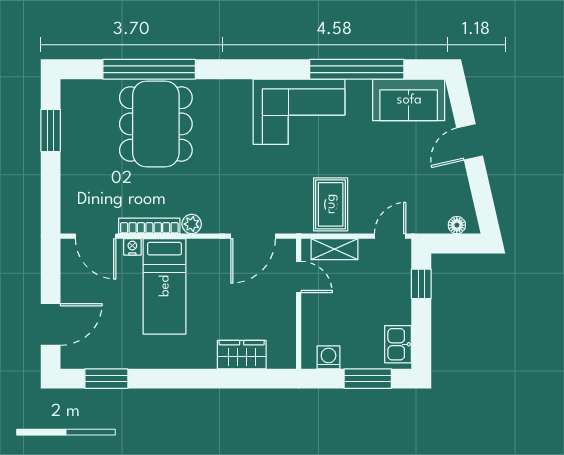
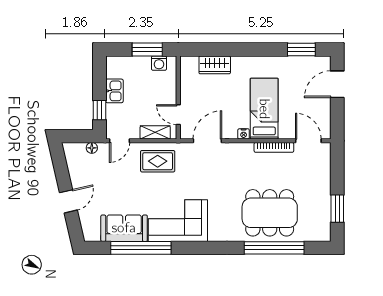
sofa: (409, 100) -> (124, 228), moved
dining table: (156, 124) -> (270, 213), turned 90
rug: (331, 204) -> (158, 161), turned 90
plant: (192, 224) -> (247, 149), removed
floor lamp: (457, 225) -> (92, 148), moved
nightstand: (132, 247) -> (244, 134), moved
kitchen sink: (398, 344) -> (114, 91), moved
window: (368, 379) -> (147, 49), moved

